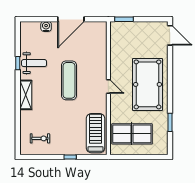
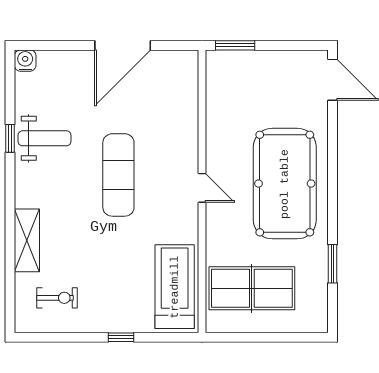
water cooler: (46, 26) -> (25, 61), moved
shelving: (26, 95) -> (27, 240), moved

